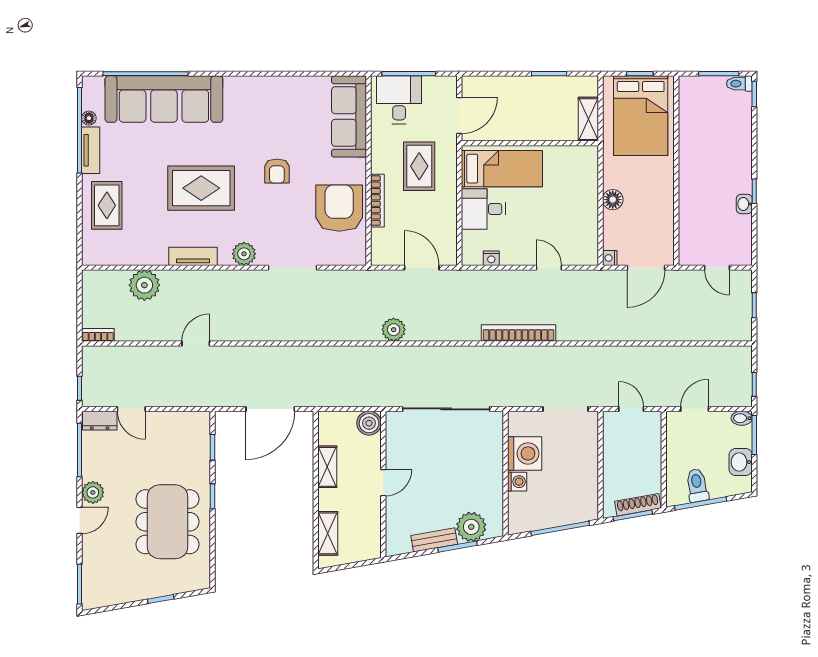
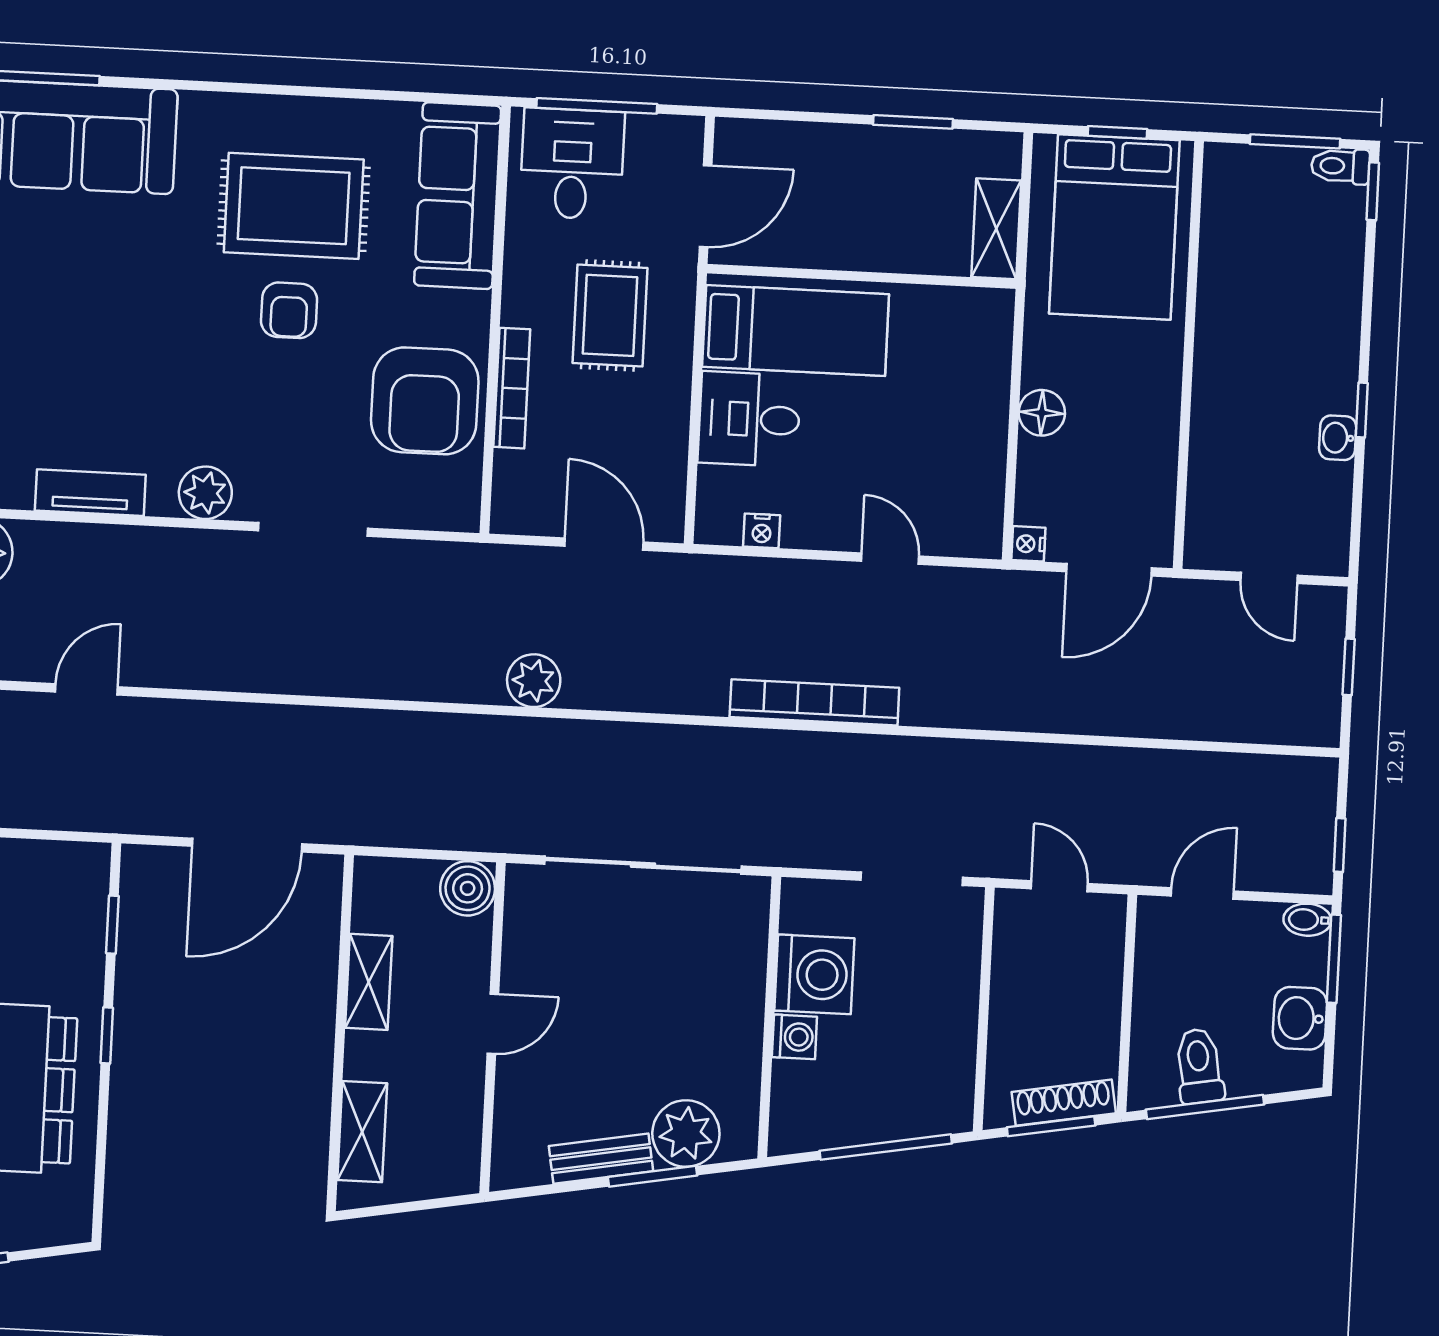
rug: (201, 188) -> (294, 206), moved
armchair: (339, 208) -> (425, 401), turned 180

